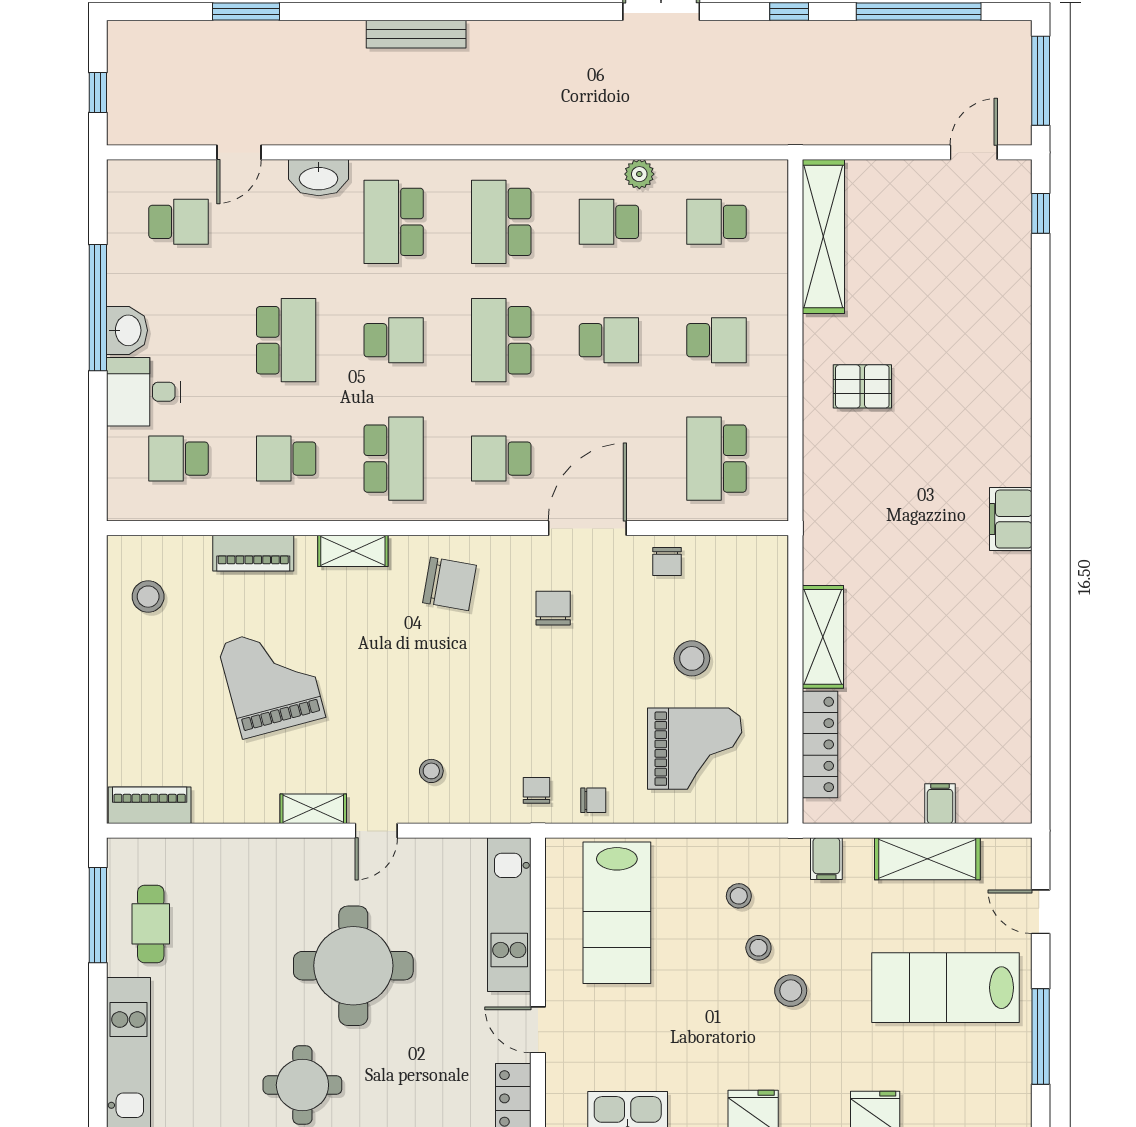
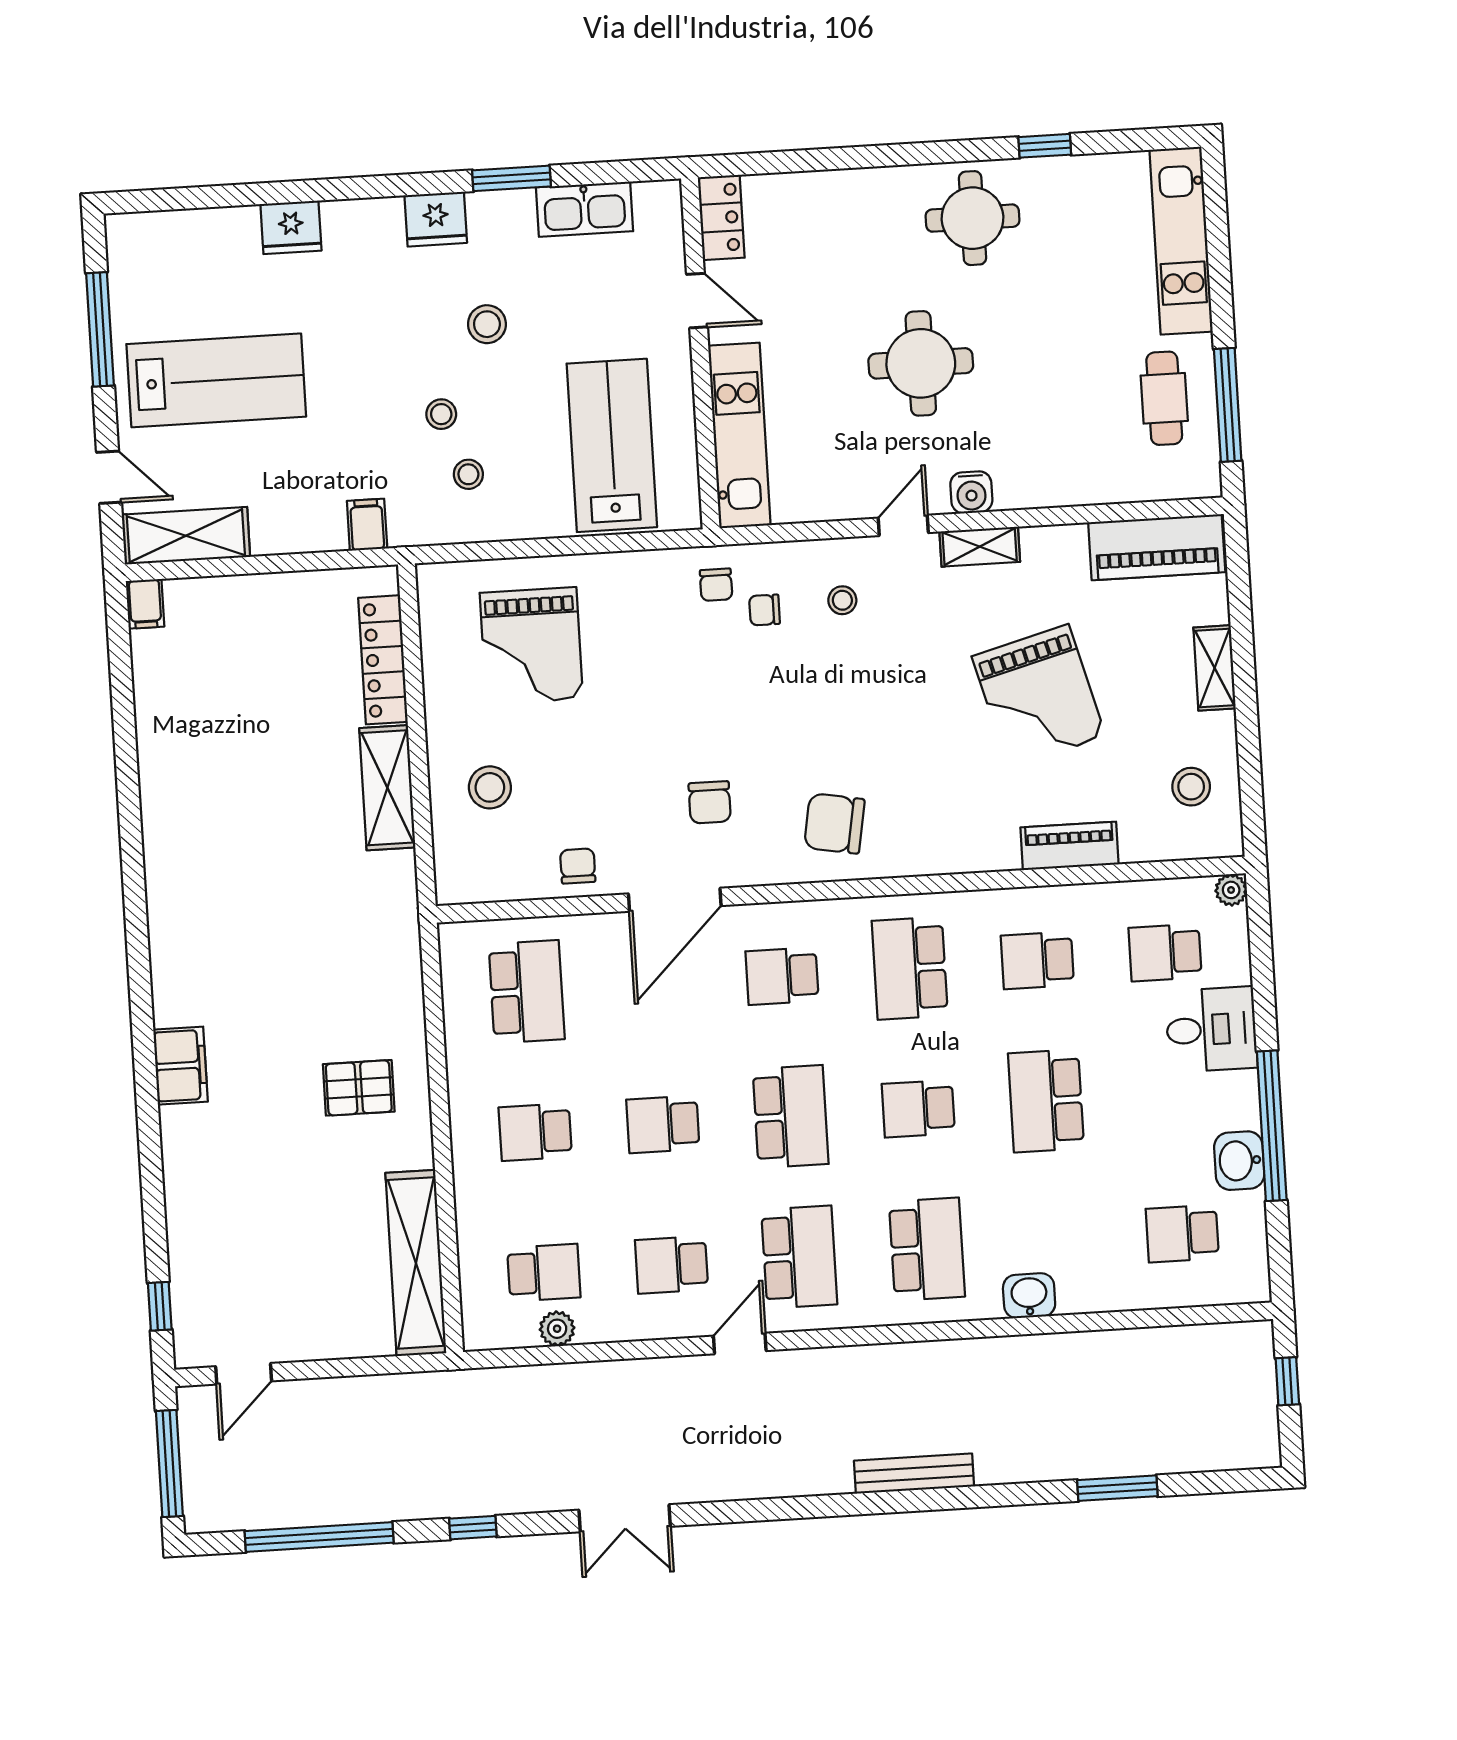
door: (239, 152) -> (740, 1343), moved
plant: (639, 174) -> (557, 1329), moved
washbasin: (319, 178) -> (1029, 1296), width x0.72
school desk: (609, 222) -> (672, 1265), turned 180
washbasin: (127, 330) -> (1239, 1161), moved
school desk: (178, 459) -> (1165, 953), turned 180
school desk: (286, 459) -> (1037, 960), turned 180
school desk: (501, 459) -> (782, 976), turned 180
plant: (120, 508) -> (1231, 890), added
filing cabinet: (1011, 519) -> (181, 1066), moved
shelving: (353, 551) -> (1215, 668), moved, turned 90
stool: (692, 658) -> (490, 787), moved
grand piano: (695, 749) -> (531, 646), turned -90
chair: (593, 800) -> (765, 610), moved
filing cabinet: (940, 804) -> (145, 604), moved
piano: (150, 805) -> (1157, 547), width x1.37, depth x1.33
water cooler: (318, 855) -> (971, 492), added
shelving: (927, 859) -> (186, 536), moved
round table: (353, 966) -> (921, 363), width x0.73, depth x0.73
stool: (791, 991) -> (487, 324), moved

